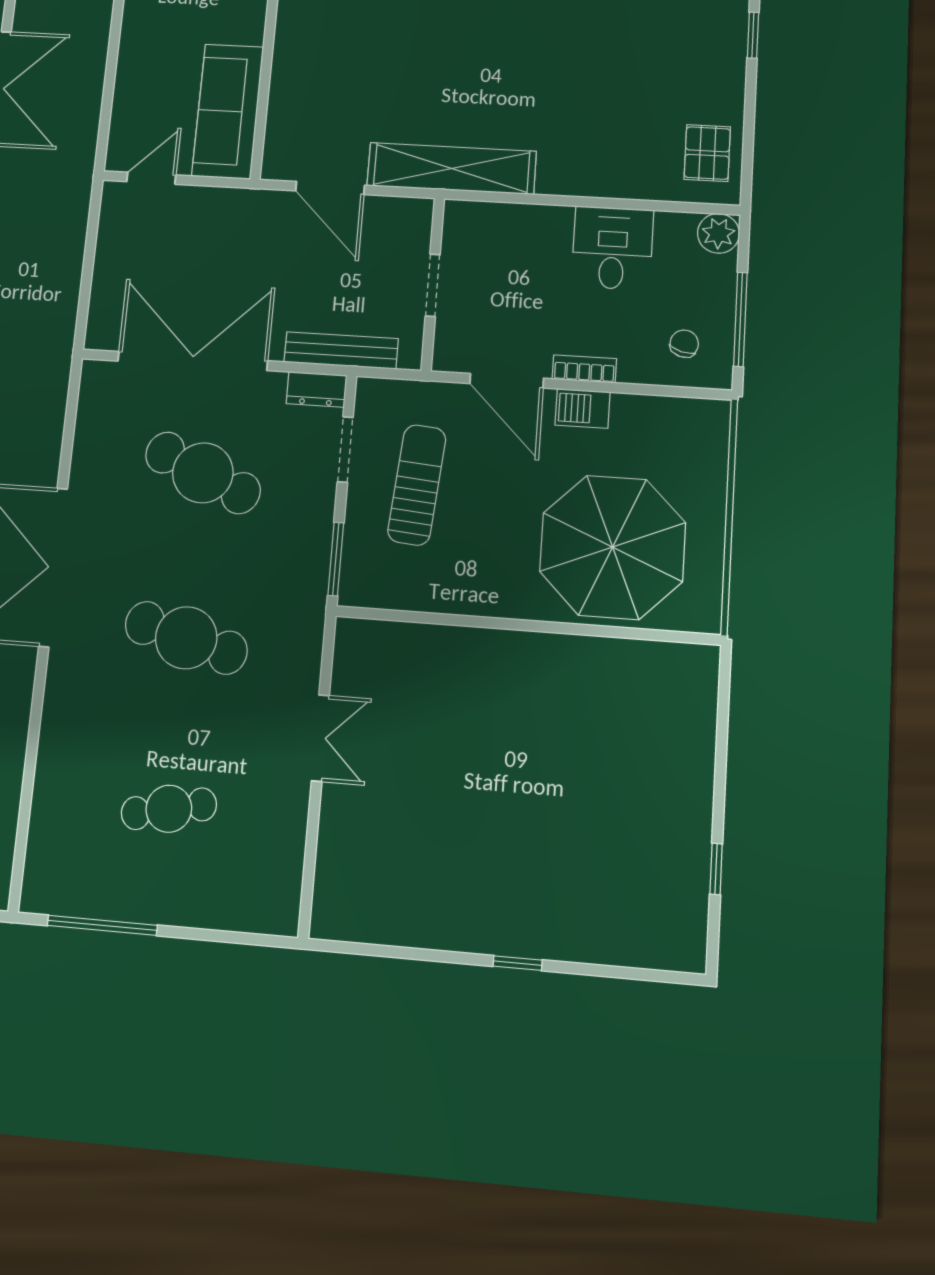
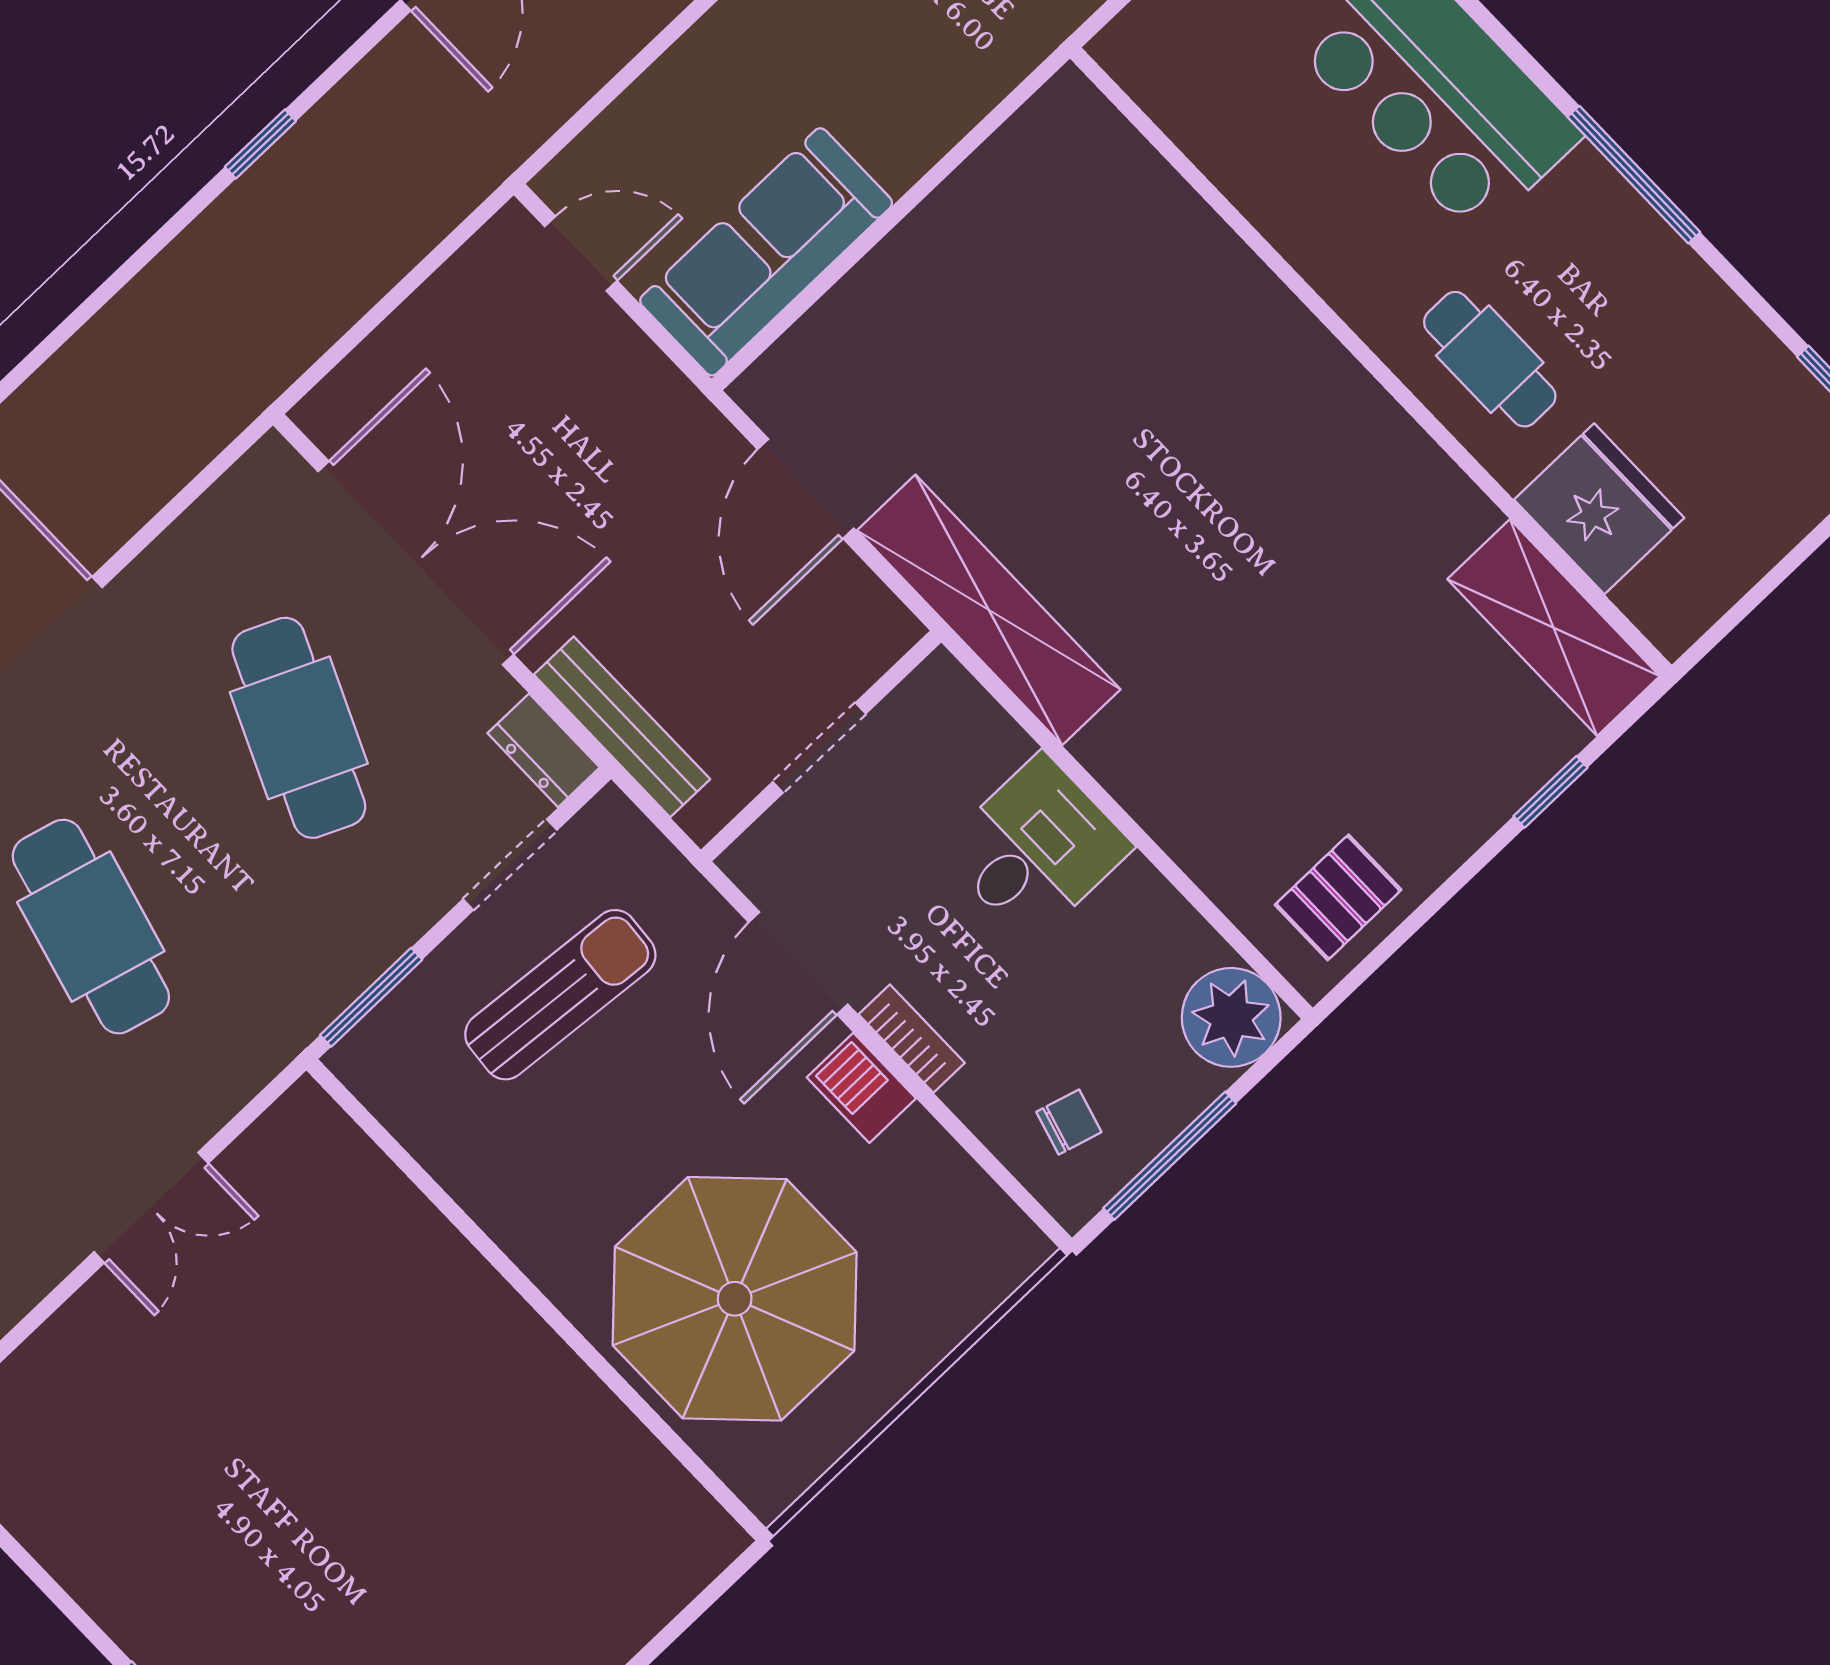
plant: (718, 233) -> (1231, 1017), width x1.36, depth x1.36
desk: (612, 248) -> (1036, 848), moved

